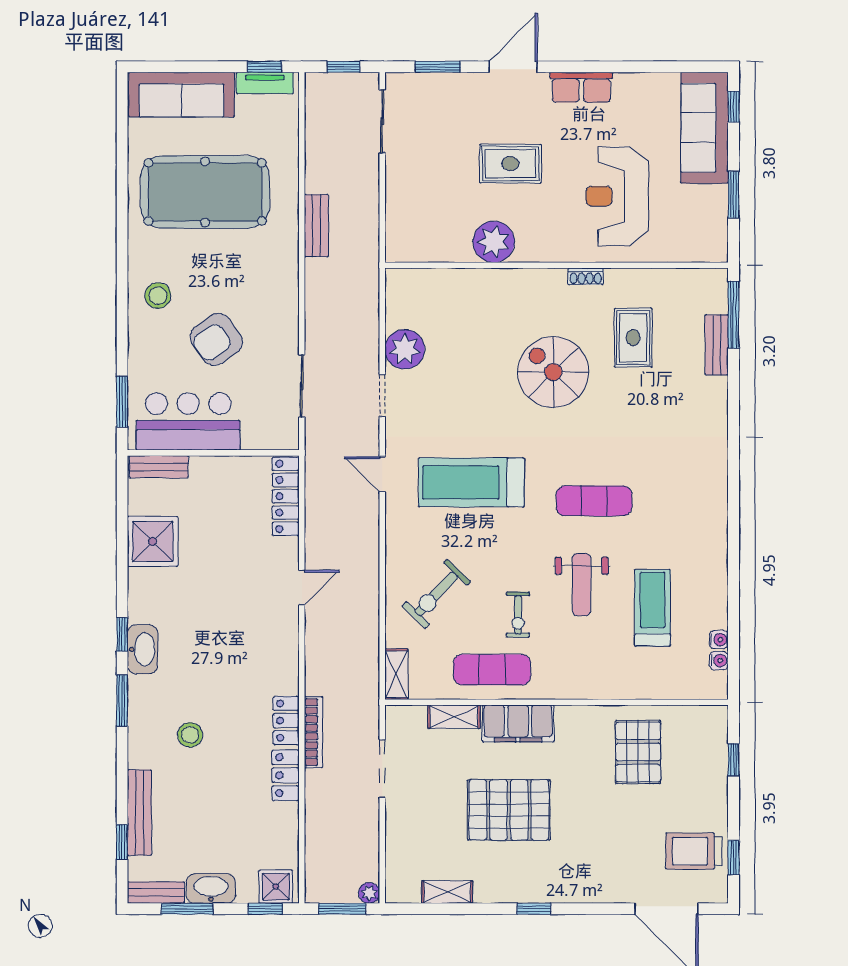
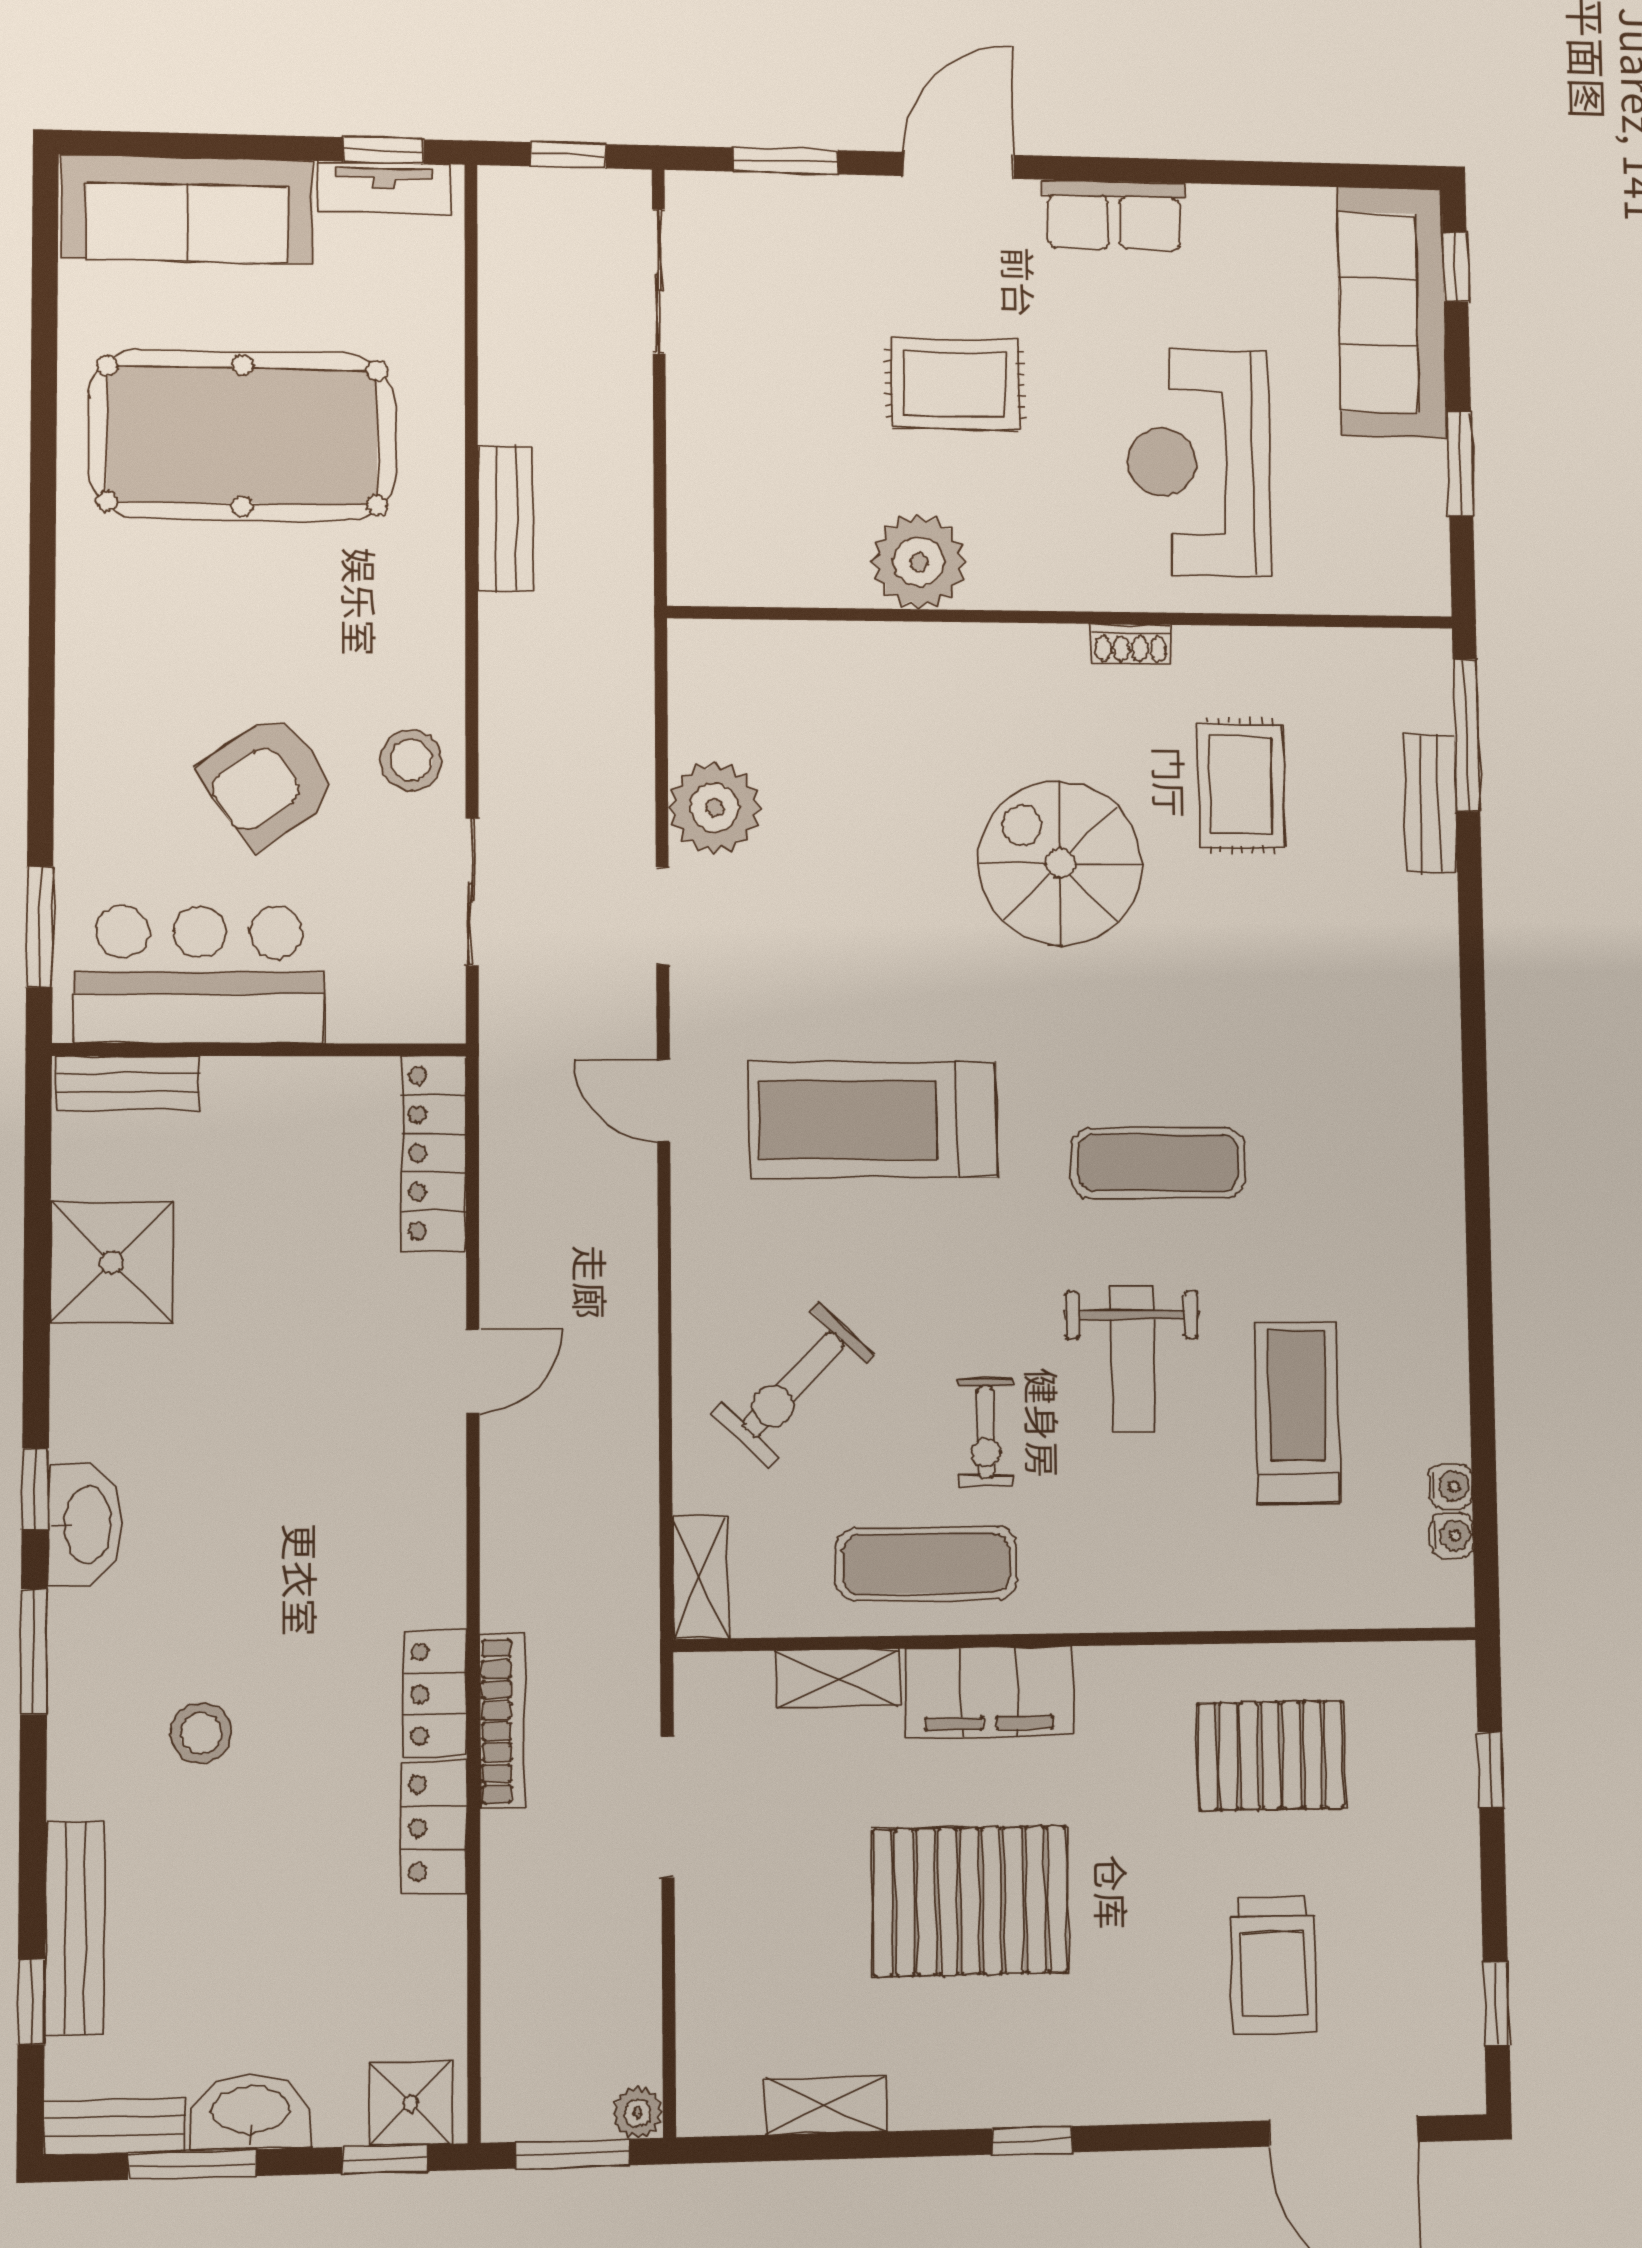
stool: (158, 296) -> (411, 760), moved
pallet: (638, 752) -> (1271, 1755), turned 90
trolley: (694, 851) -> (1273, 1965), moved, turned -90

